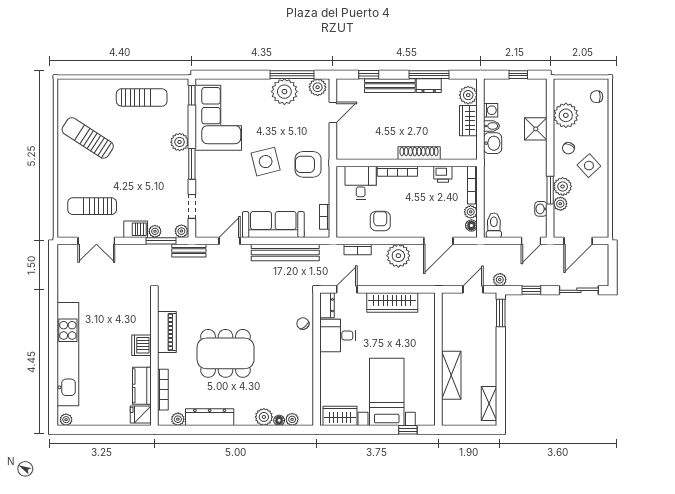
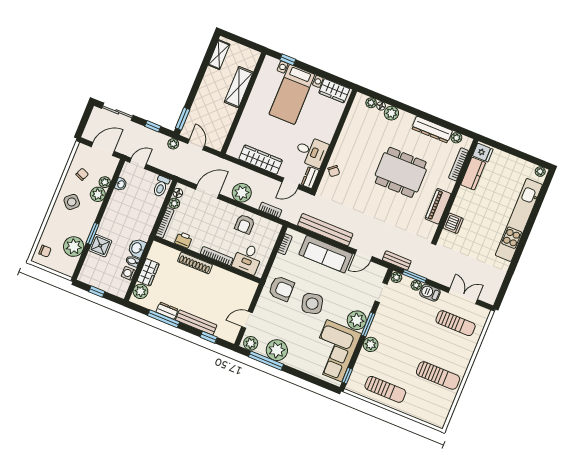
sun lounger: (142, 97) -> (385, 389), turned 180
sun lounger: (88, 138) -> (438, 376), turned -33
chair: (568, 148) -> (82, 174), moved
plant: (207, 163) -> (357, 320), added
window: (550, 190) -> (93, 234), moved
door: (473, 289) -> (196, 145), swing flipped
dishwasher: (142, 345) -> (453, 223), moved

